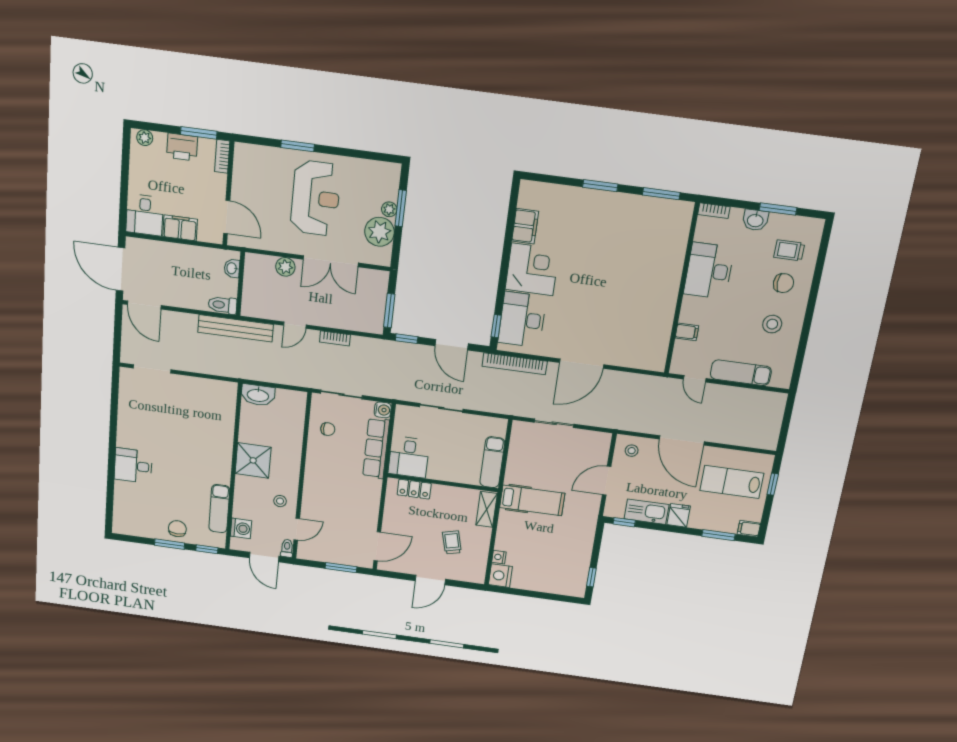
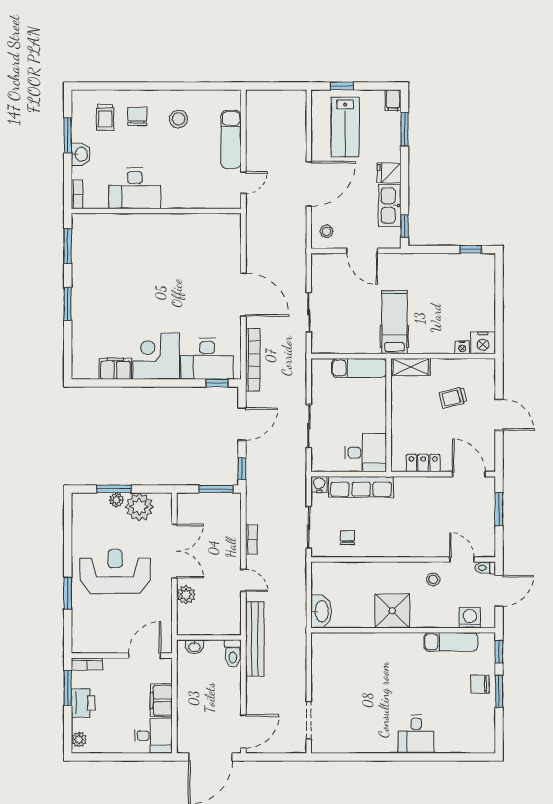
filing cabinet: (687, 332) -> (197, 199), removed
locker: (414, 489) -> (423, 463), moved, turned -90

